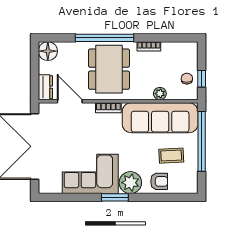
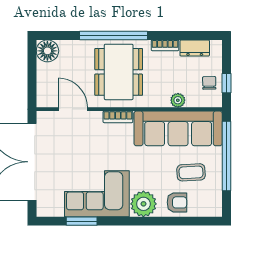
dresser: (45, 87) -> (195, 48), moved, turned 90
window: (115, 197) -> (82, 221), moved

